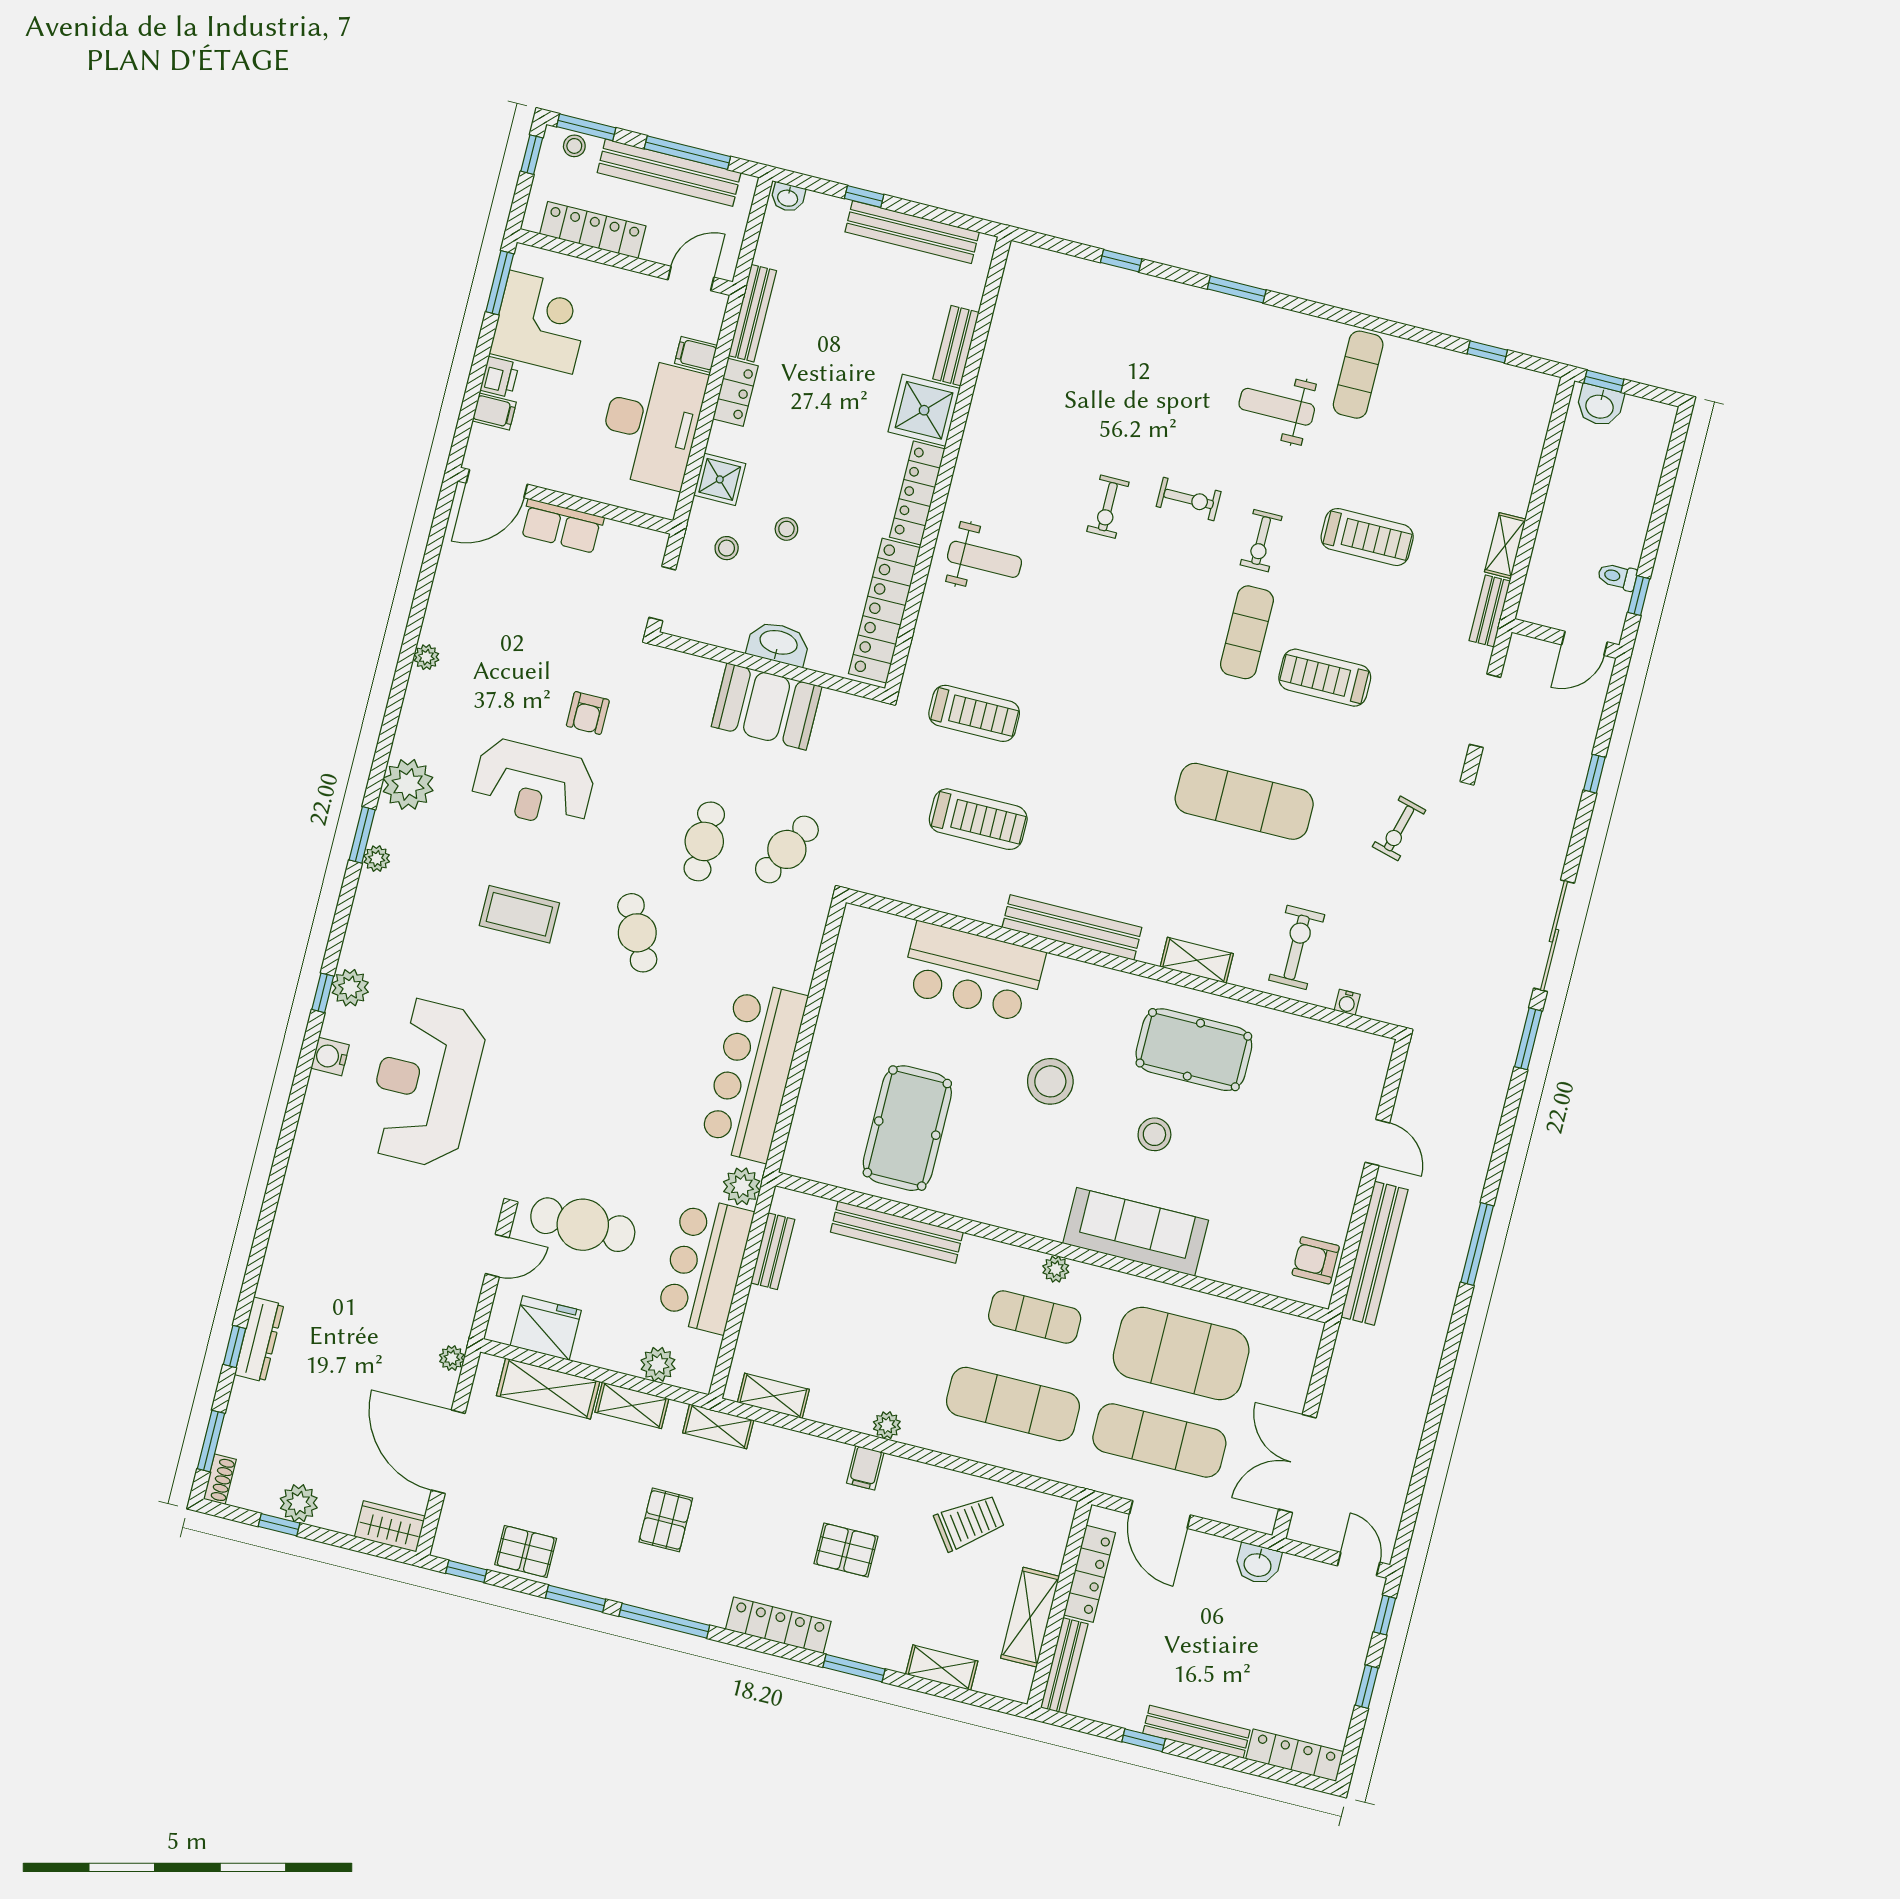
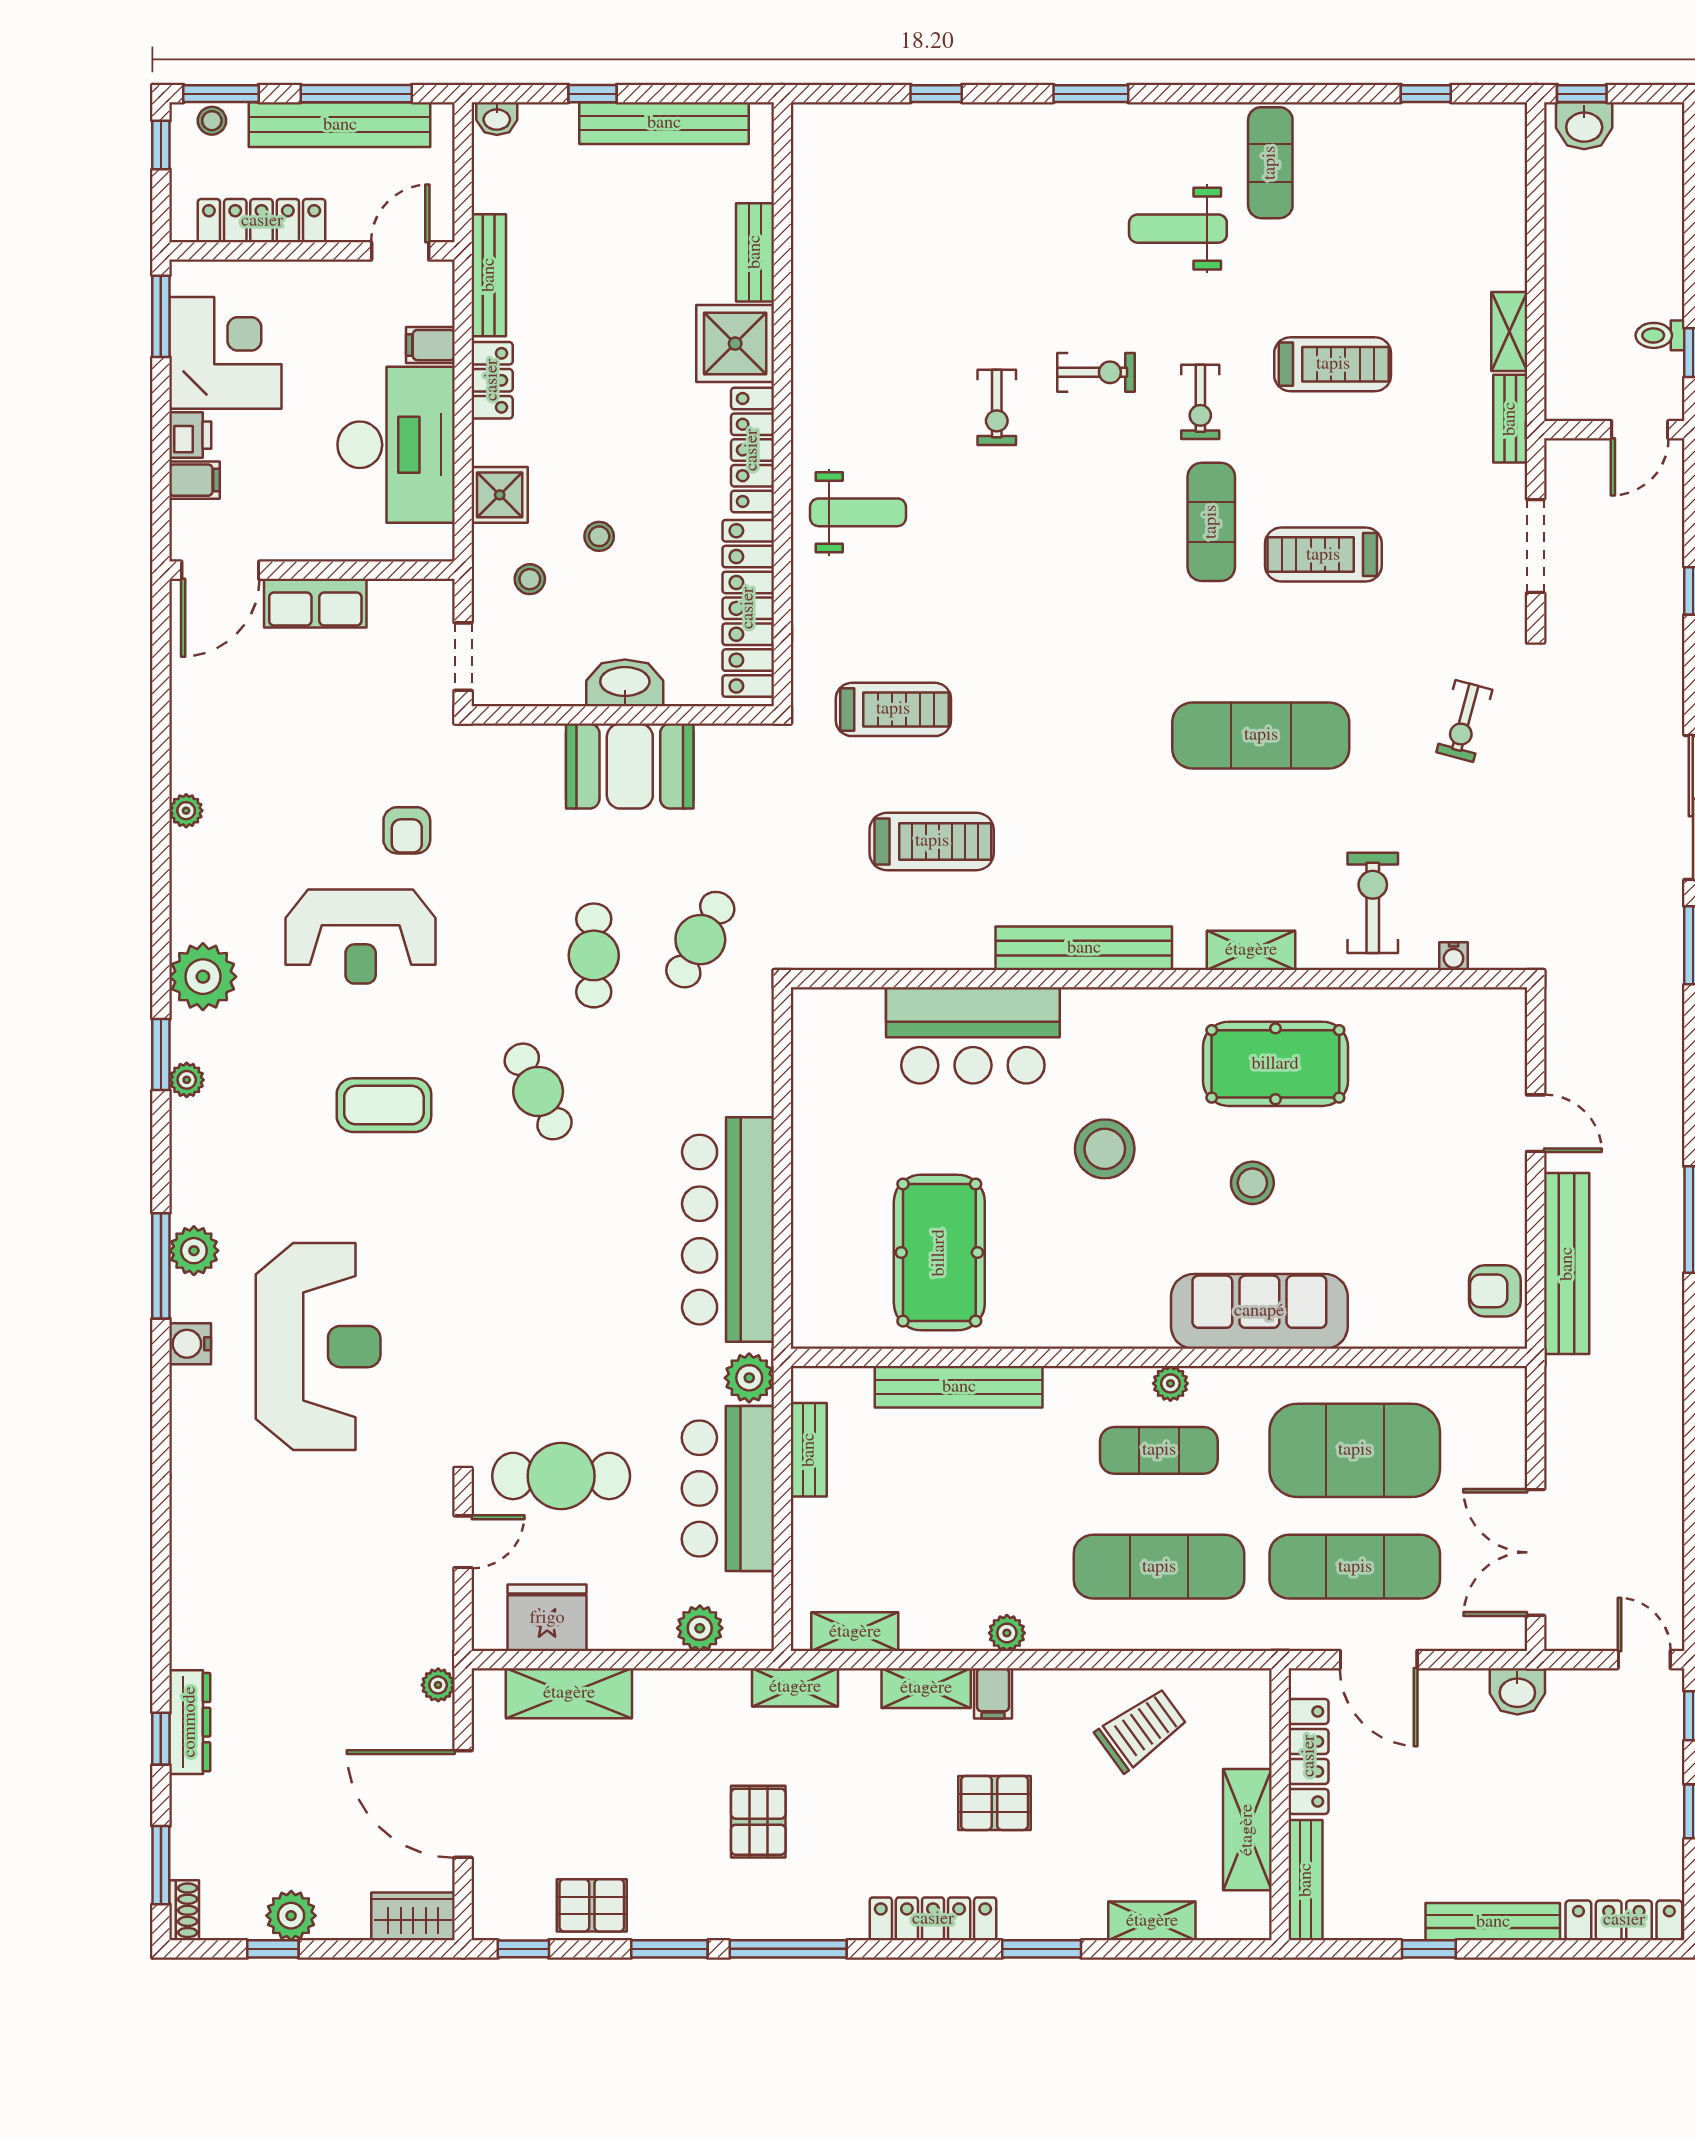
window: (323, 993) -> (161, 1266), width x2.17
reception desk: (425, 1083) -> (318, 1347), turned 180
shelving: (632, 1405) -> (926, 1688), moved

